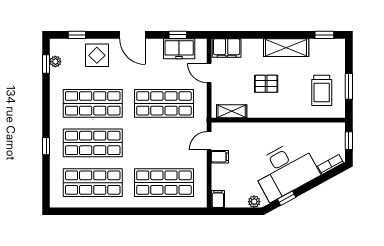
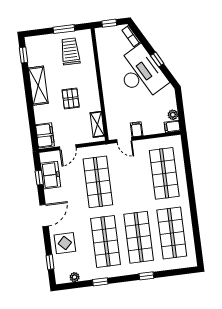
window: (46, 64) -> (100, 282), moved
trolley: (322, 90) -> (70, 51), turned -90
window: (287, 198) -> (157, 60), moved
plant: (254, 202) -> (173, 115), moved

